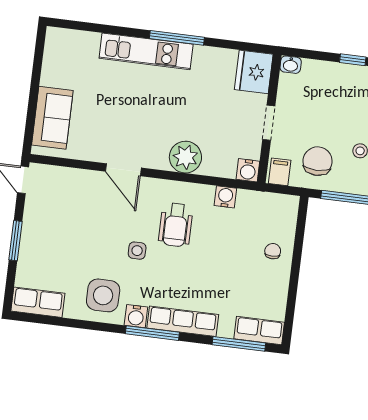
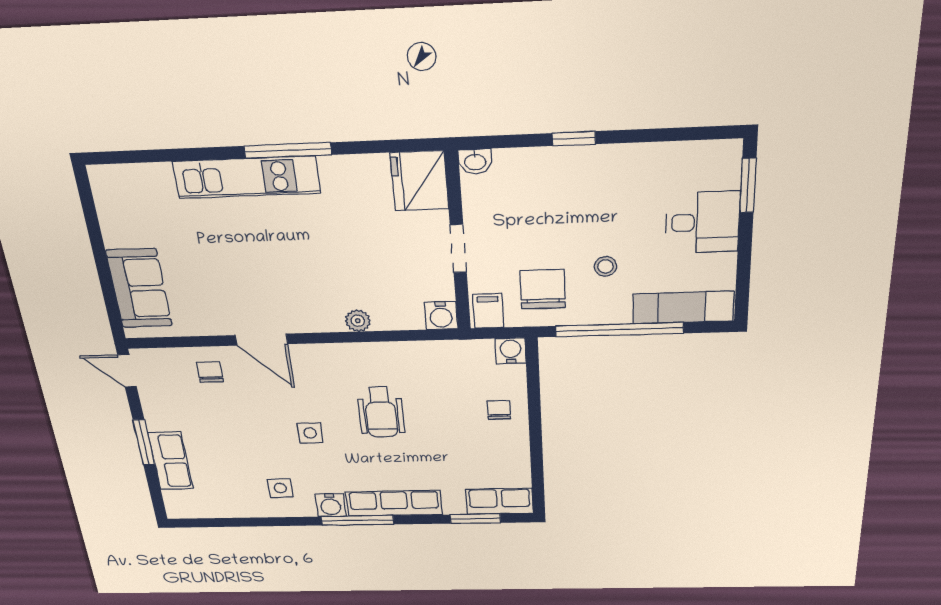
plant: (185, 157) -> (358, 321), width x0.53, depth x0.53
chair: (81, 190) -> (210, 372), added
water cooler: (225, 197) -> (511, 351), moved
wheelchair: (176, 225) -> (381, 412), moved
side table: (103, 295) -> (280, 488), width x0.54, depth x0.54
row of seats: (38, 302) -> (171, 461), moved, turned 90
window: (239, 344) -> (475, 519), width x0.69

